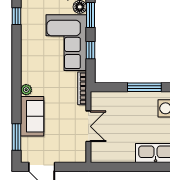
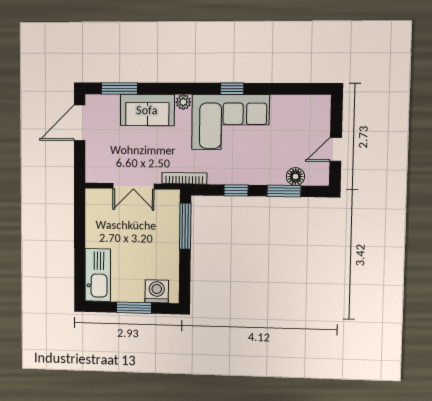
window: (16, 16) -> (232, 89), moved
corner sofa: (66, 43) -> (230, 122), moved, turned 180
window: (144, 87) -> (185, 226), moved

